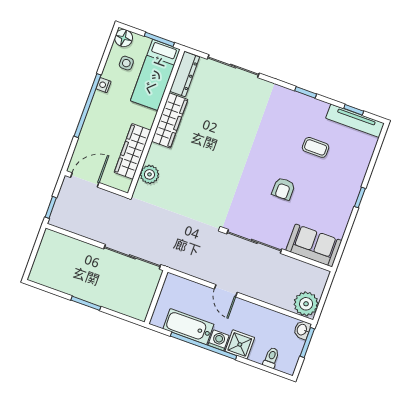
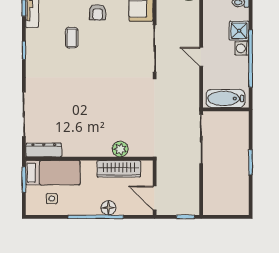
floor lamp: (124, 38) -> (108, 208), moved
nightstand: (103, 85) -> (75, 210), removed
wardrobe: (170, 120) -> (84, 149), removed
coffee table: (316, 147) -> (72, 38), moved
plant: (149, 174) -> (120, 149), moved
armchair: (283, 189) -> (98, 12), moved, turned 90
door: (226, 291) -> (201, 57), swing flipped
bathtub: (188, 327) -> (225, 98), moved, turned 90

